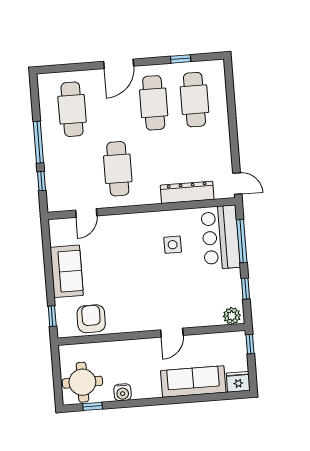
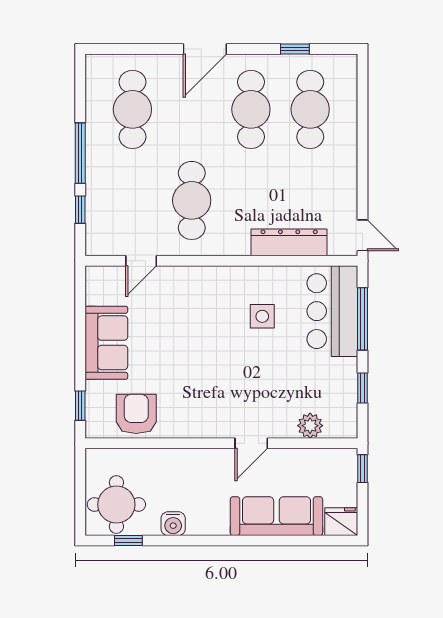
plant: (232, 316) -> (310, 426), moved

